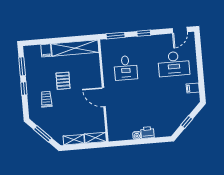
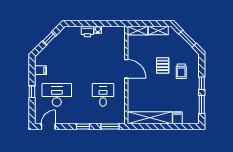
window: (200, 65) -> (32, 92), added
pallet: (63, 81) -> (163, 65), moved

